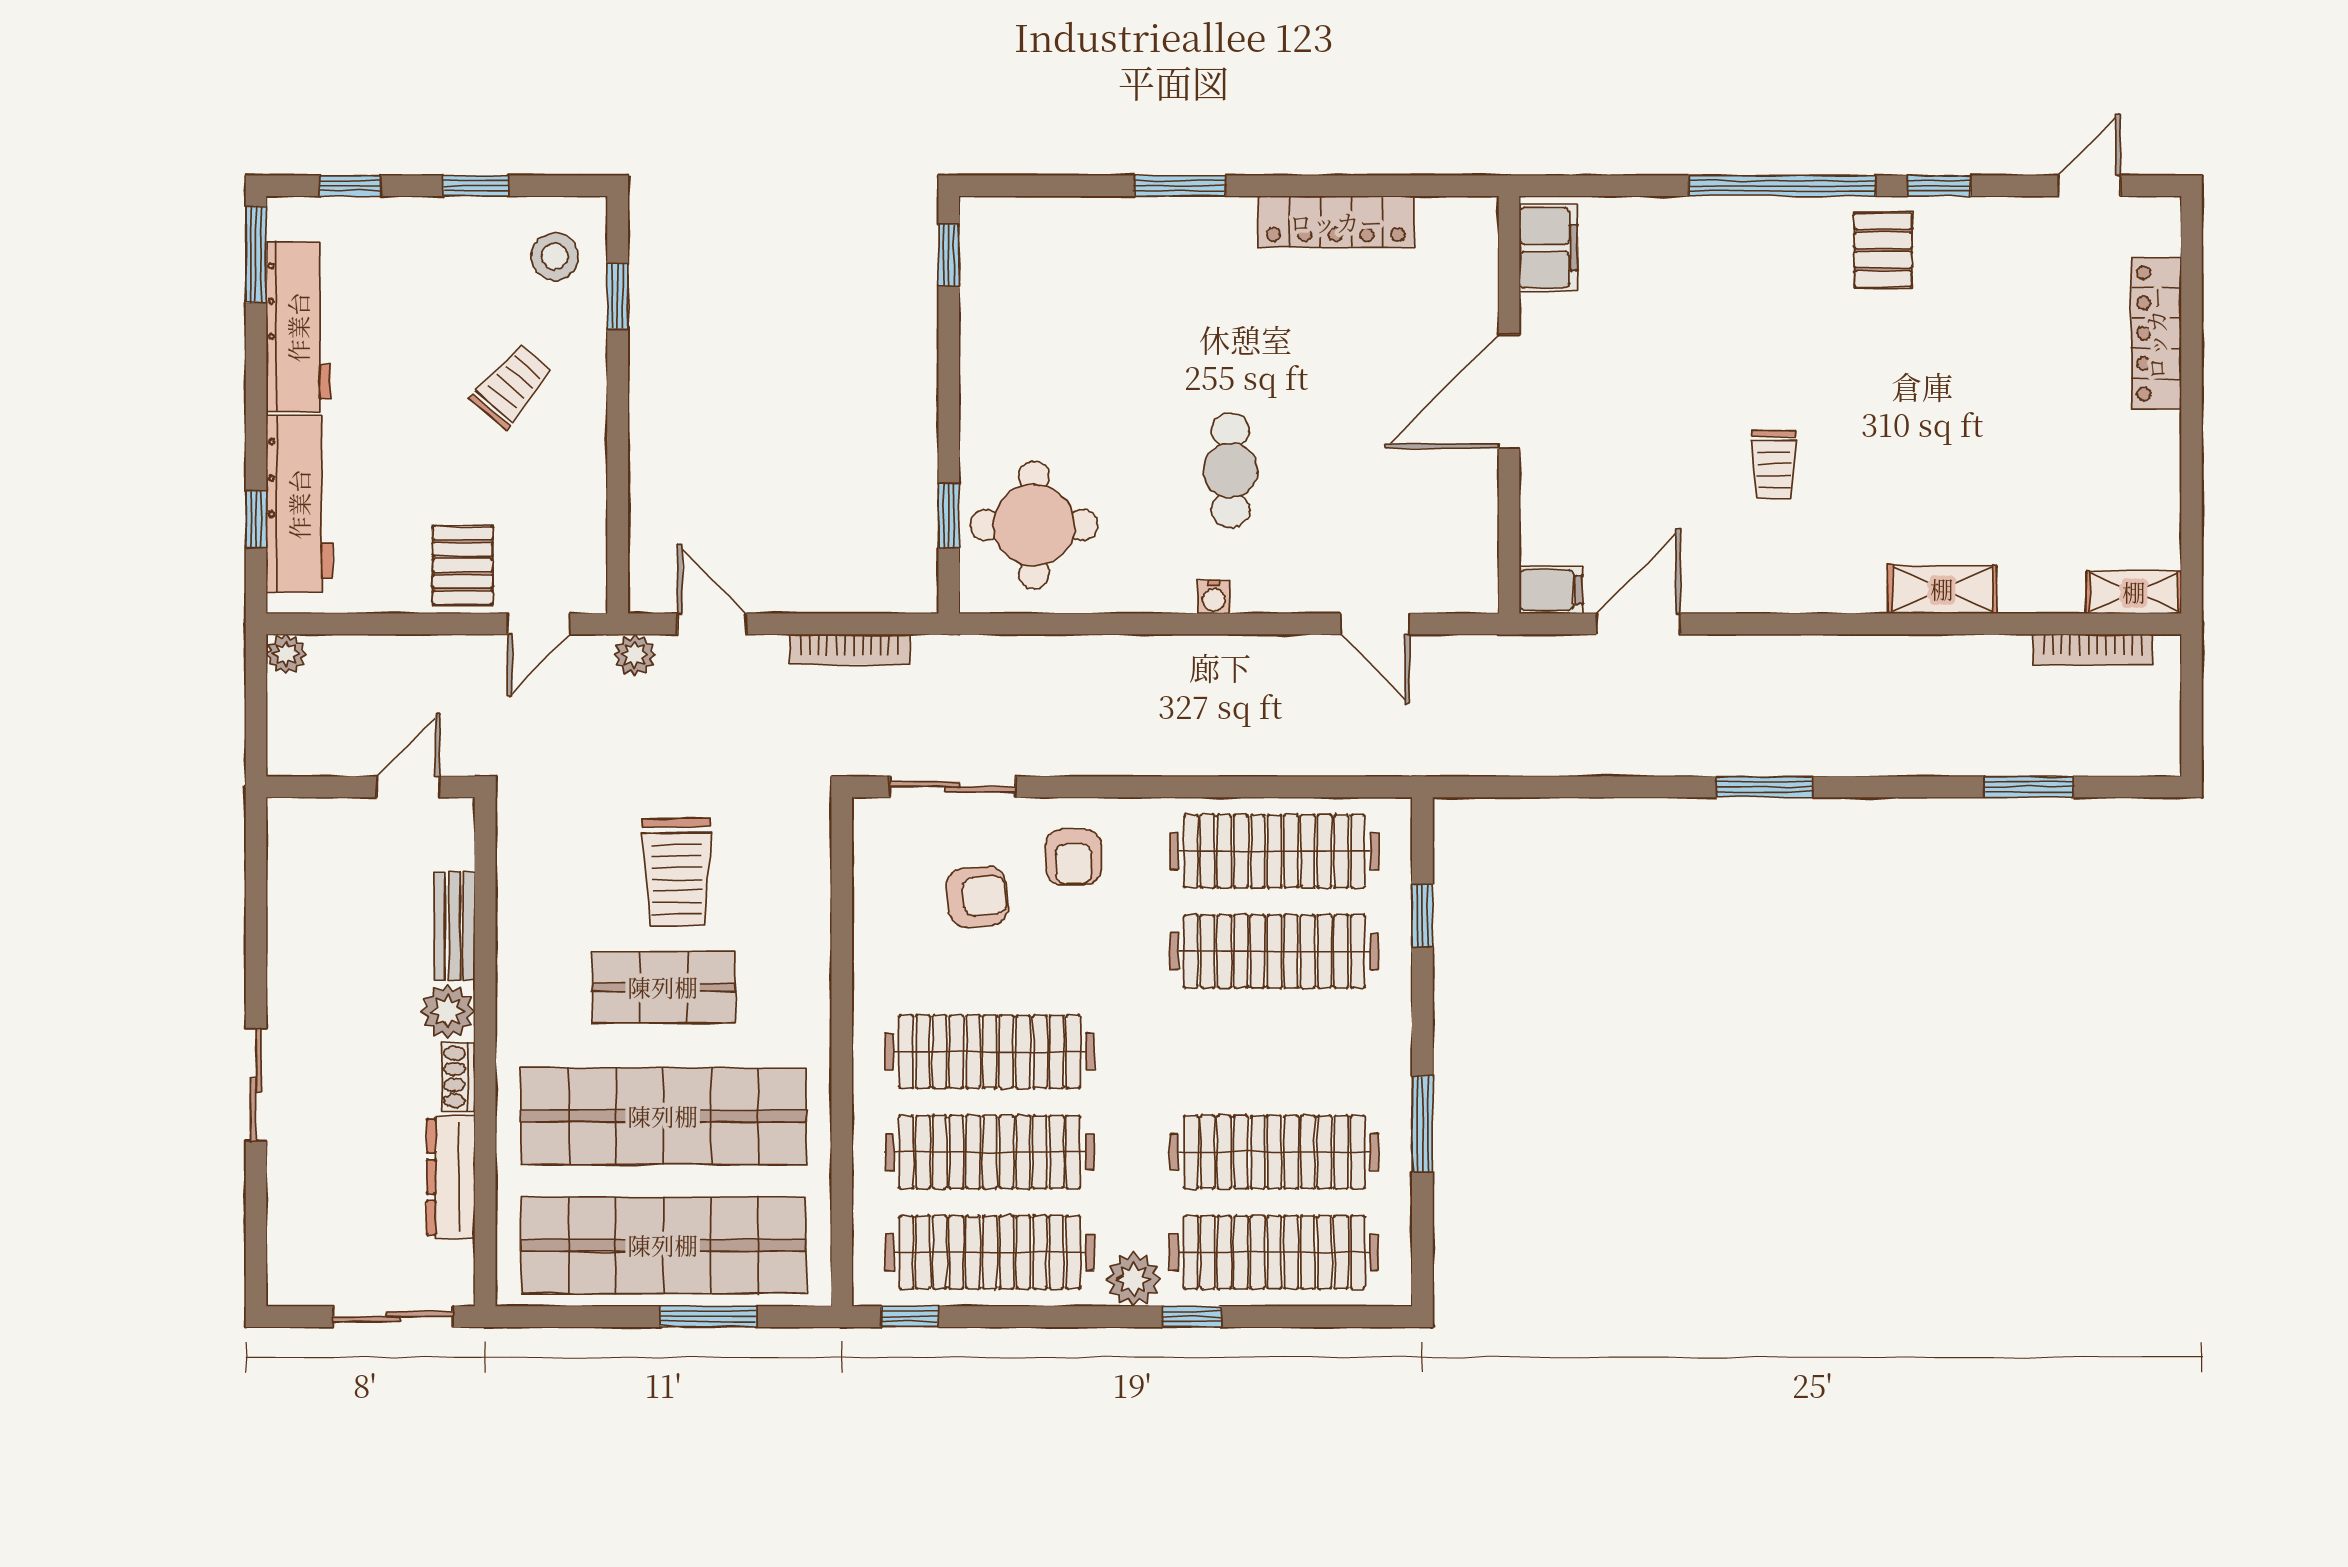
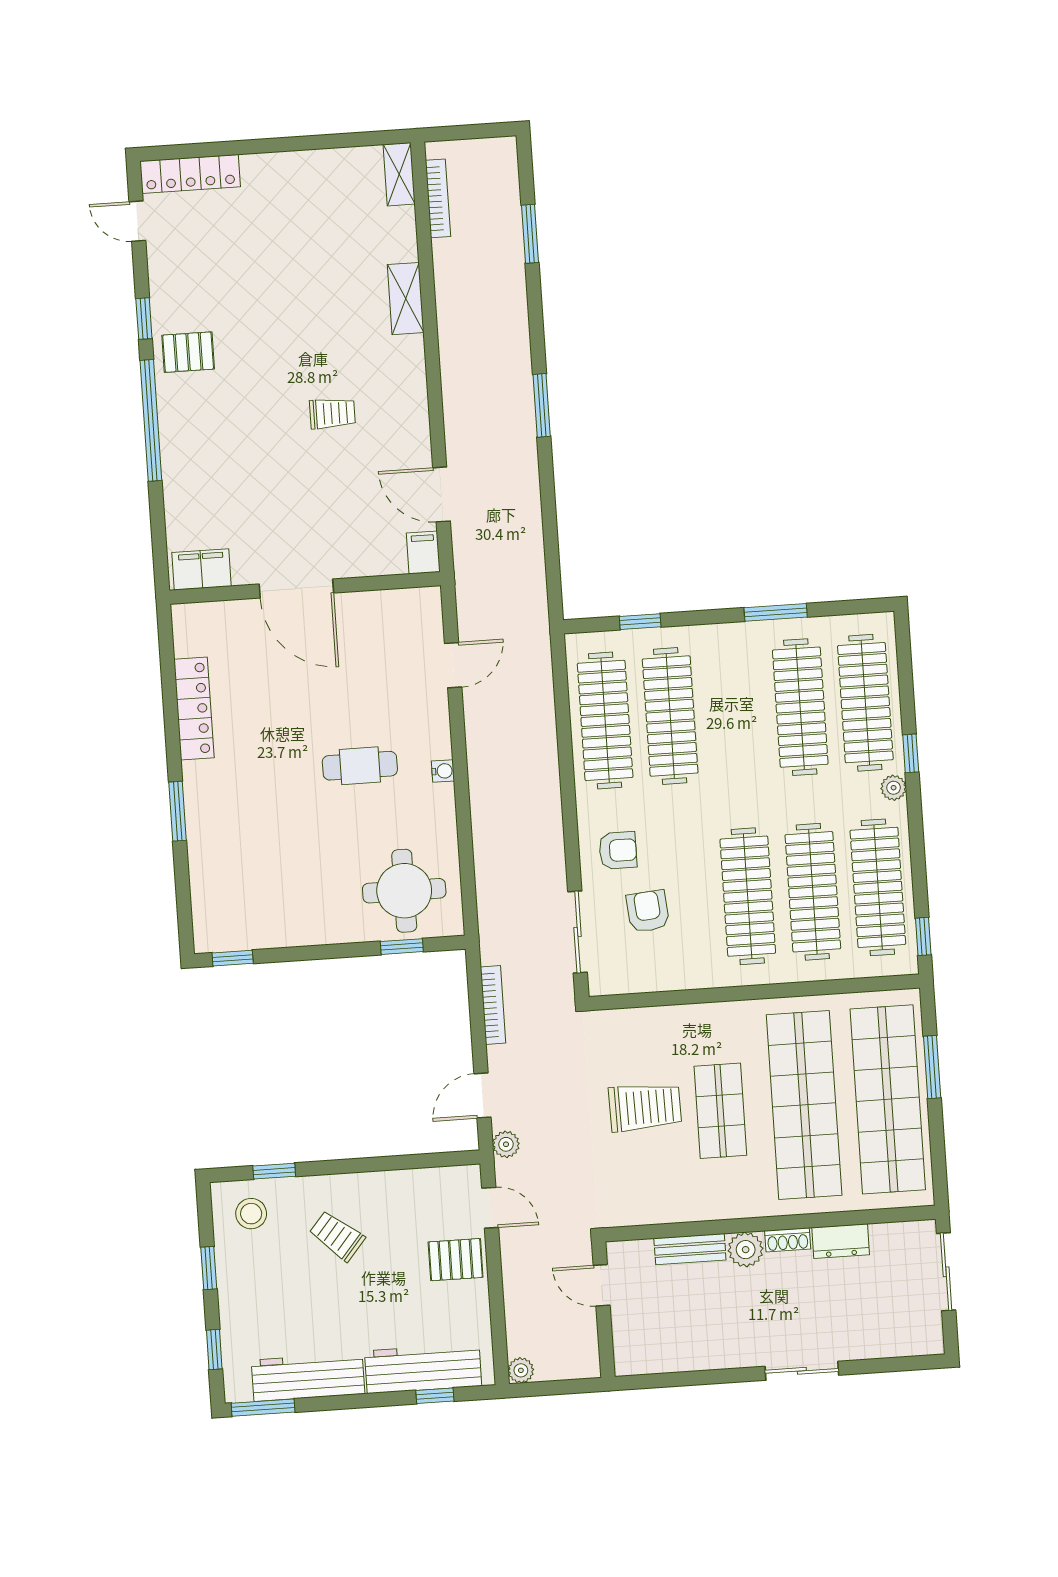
locker: (2156, 333) -> (190, 174), moved
dresser: (451, 1177) -> (841, 1241), width x0.70
plant: (1134, 1279) -> (894, 788), width x0.73, depth x0.73

